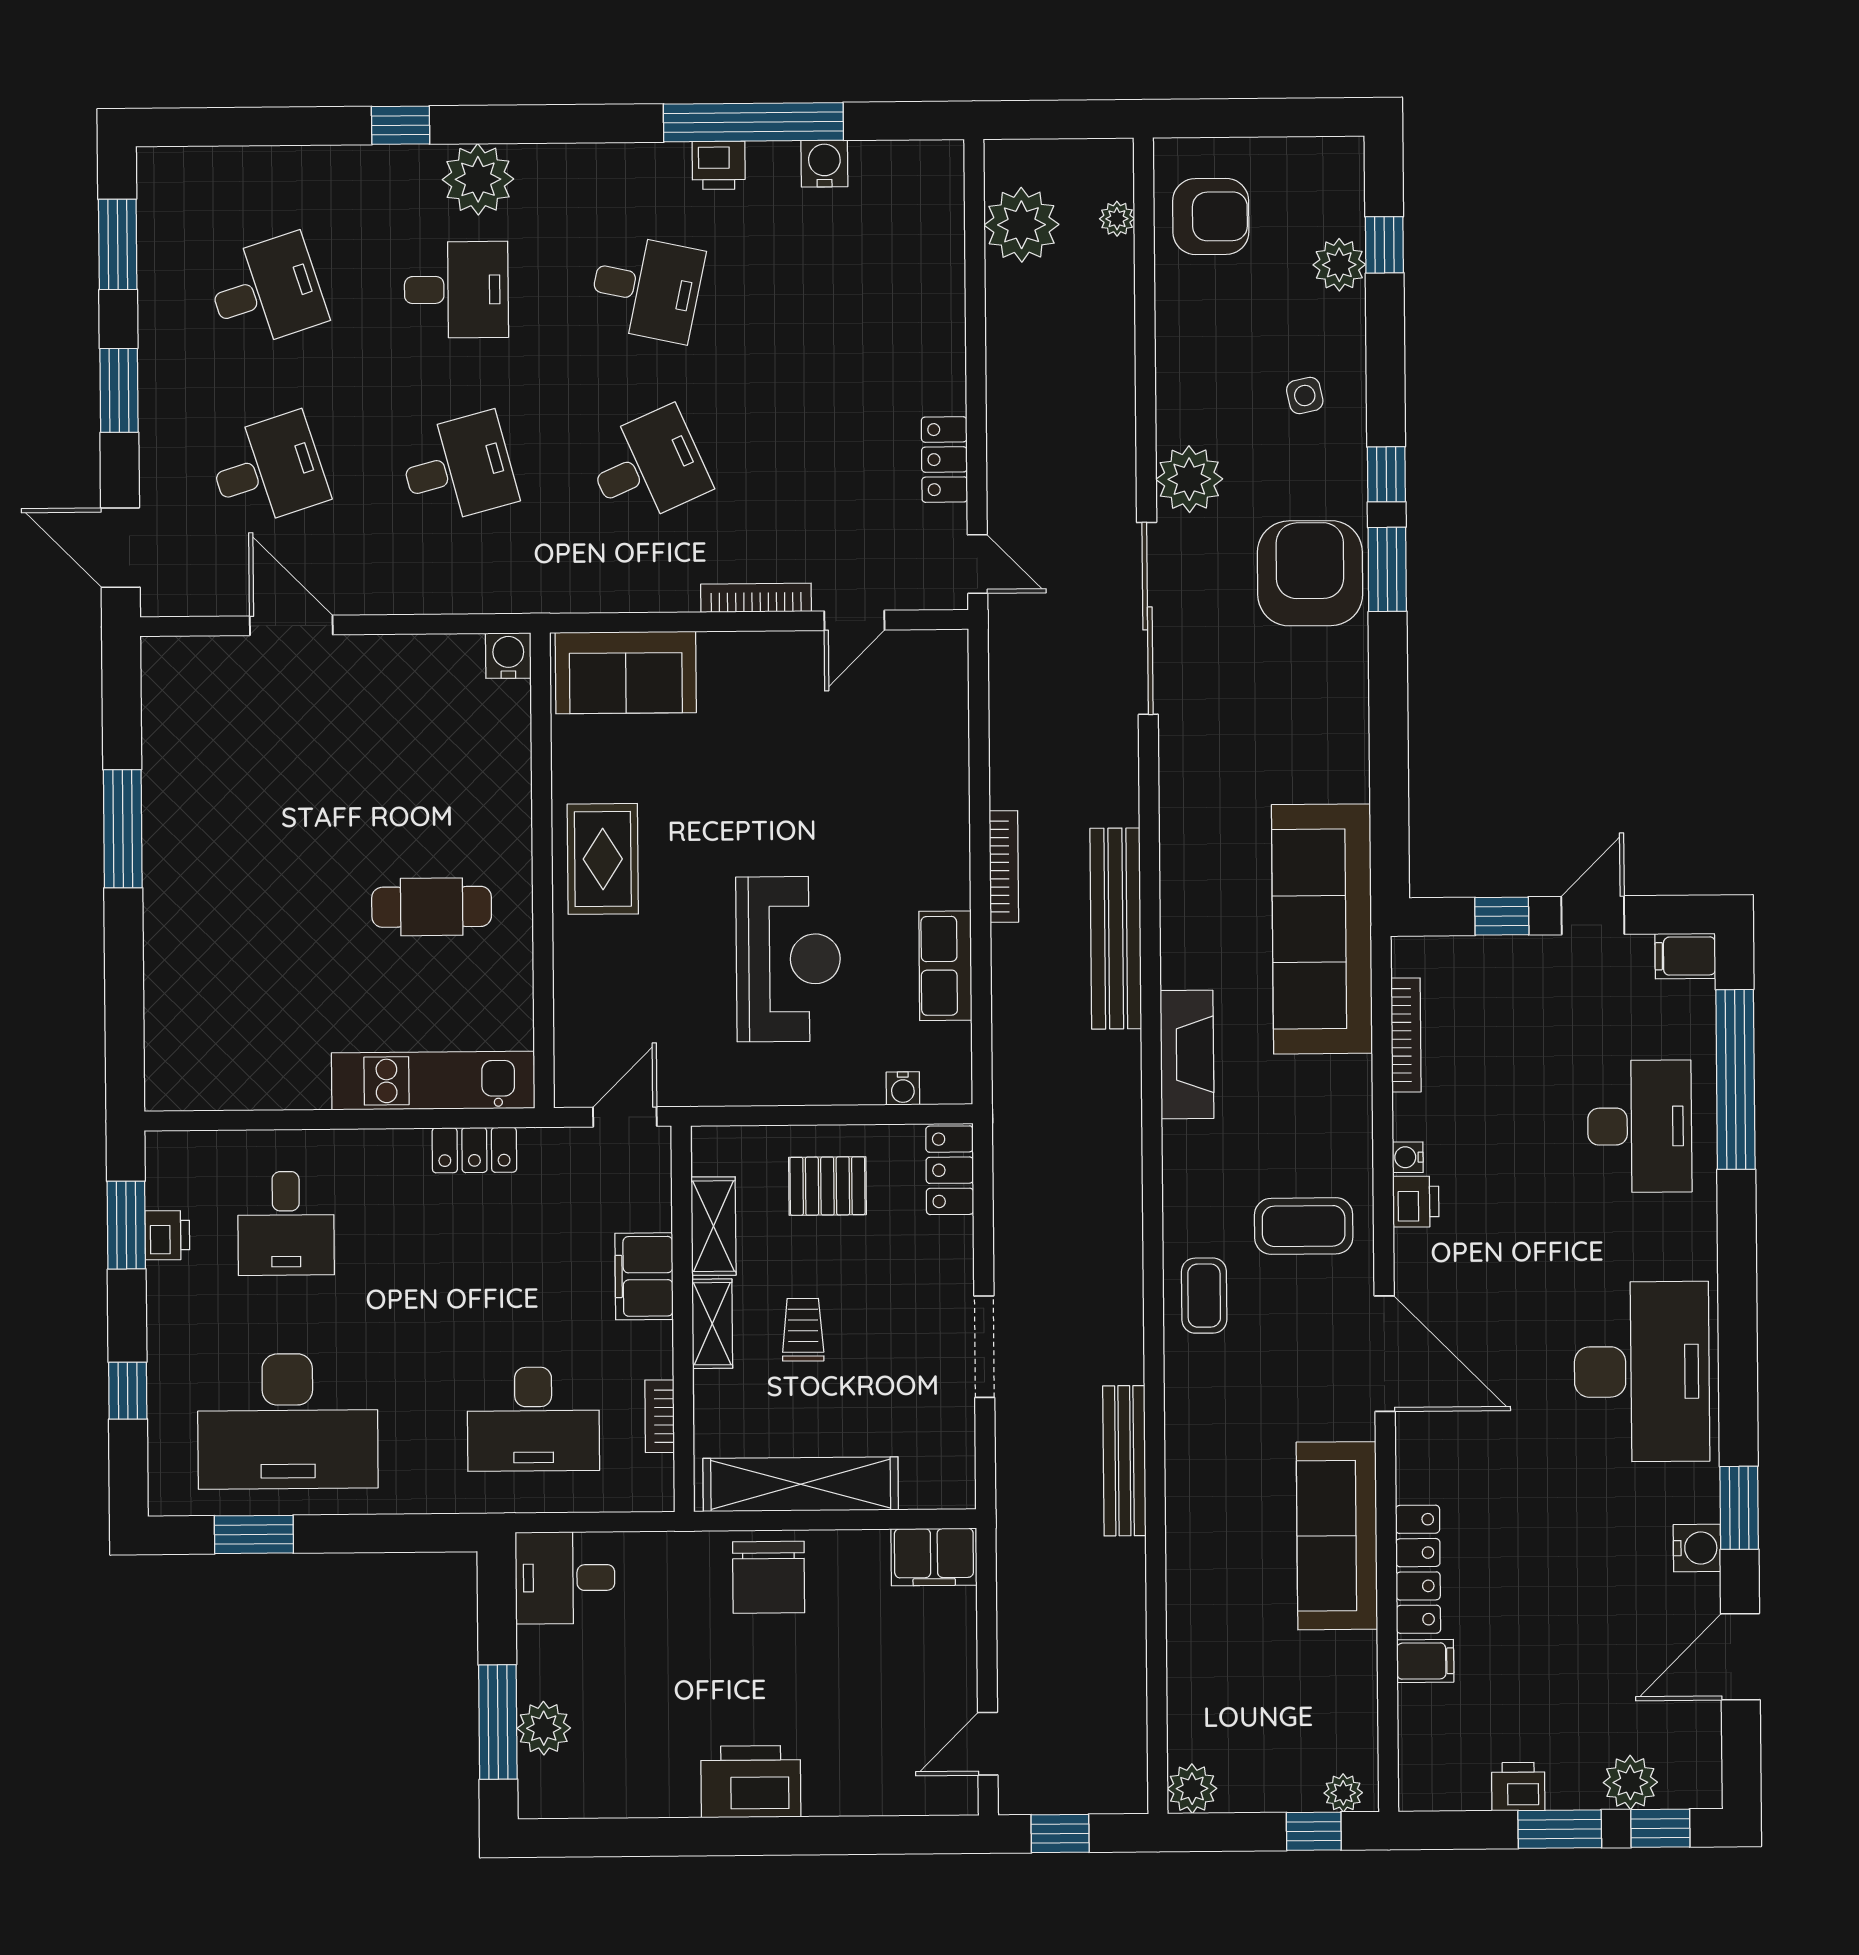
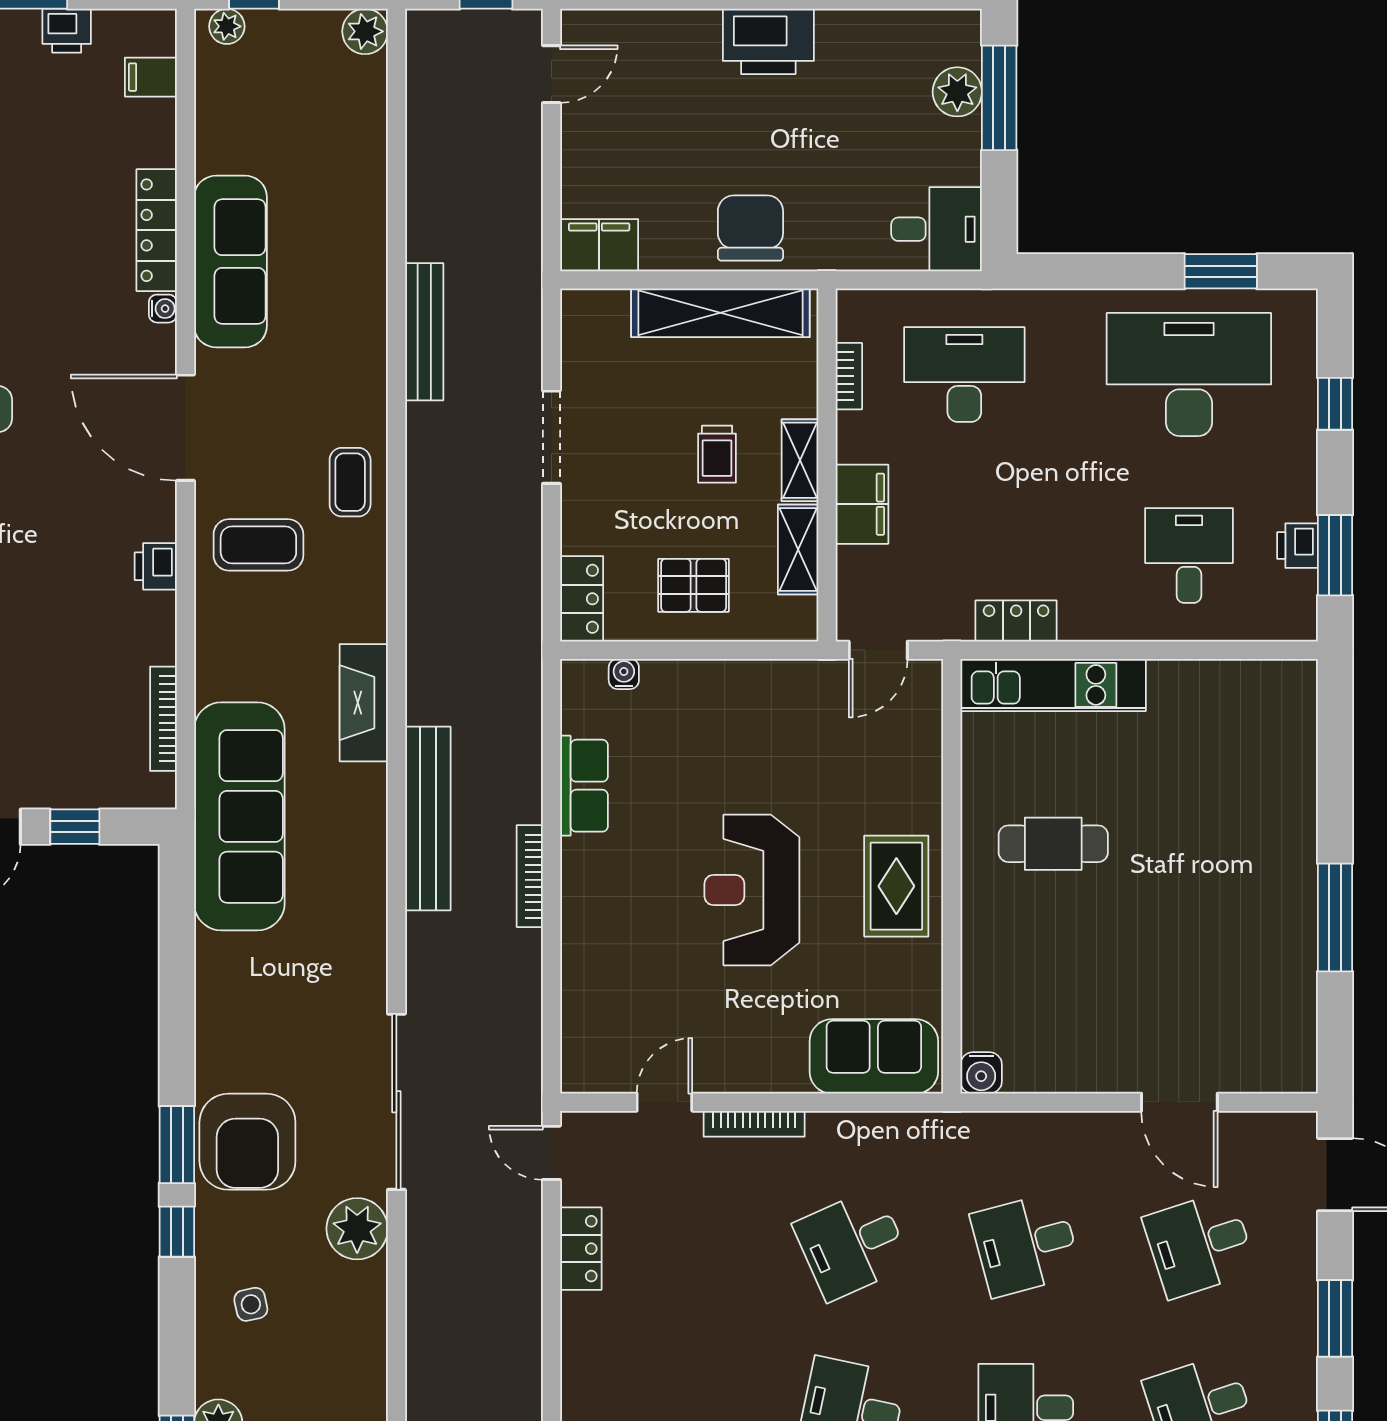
reception desk: (788, 959) -> (752, 890), moved
water cooler: (1408, 1157) -> (163, 309), moved
filing cabinet: (1425, 1661) -> (151, 77), moved

